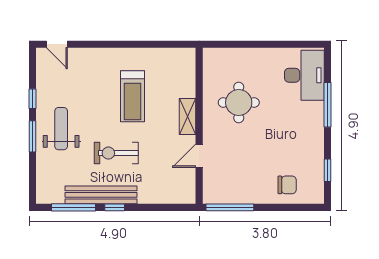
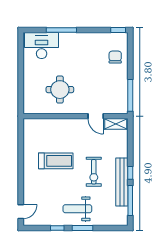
shelving: (187, 116) -> (116, 124), moved
window: (327, 170) -> (118, 30), moved

